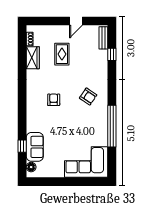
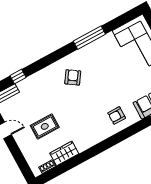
armchair: (54, 100) -> (117, 116), moved
window: (112, 126) -> (89, 38), width x0.68

